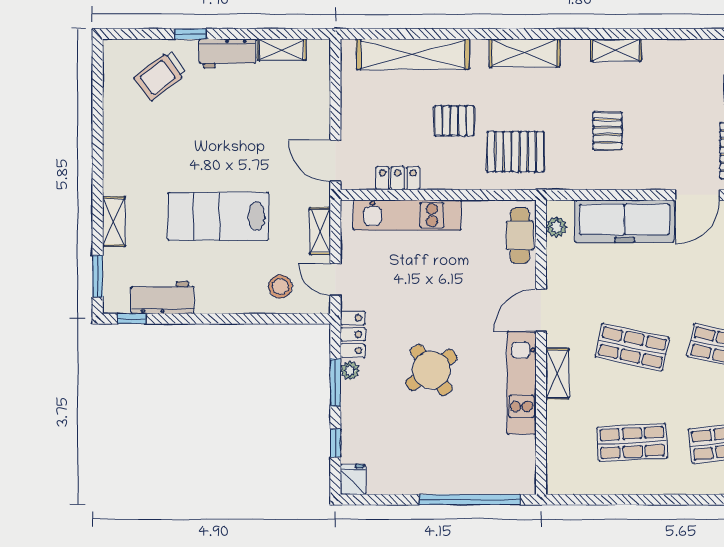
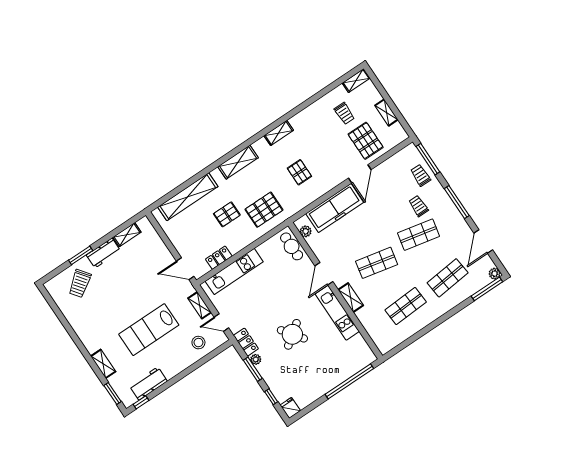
window: (190, 34) -> (81, 255), width x1.50

